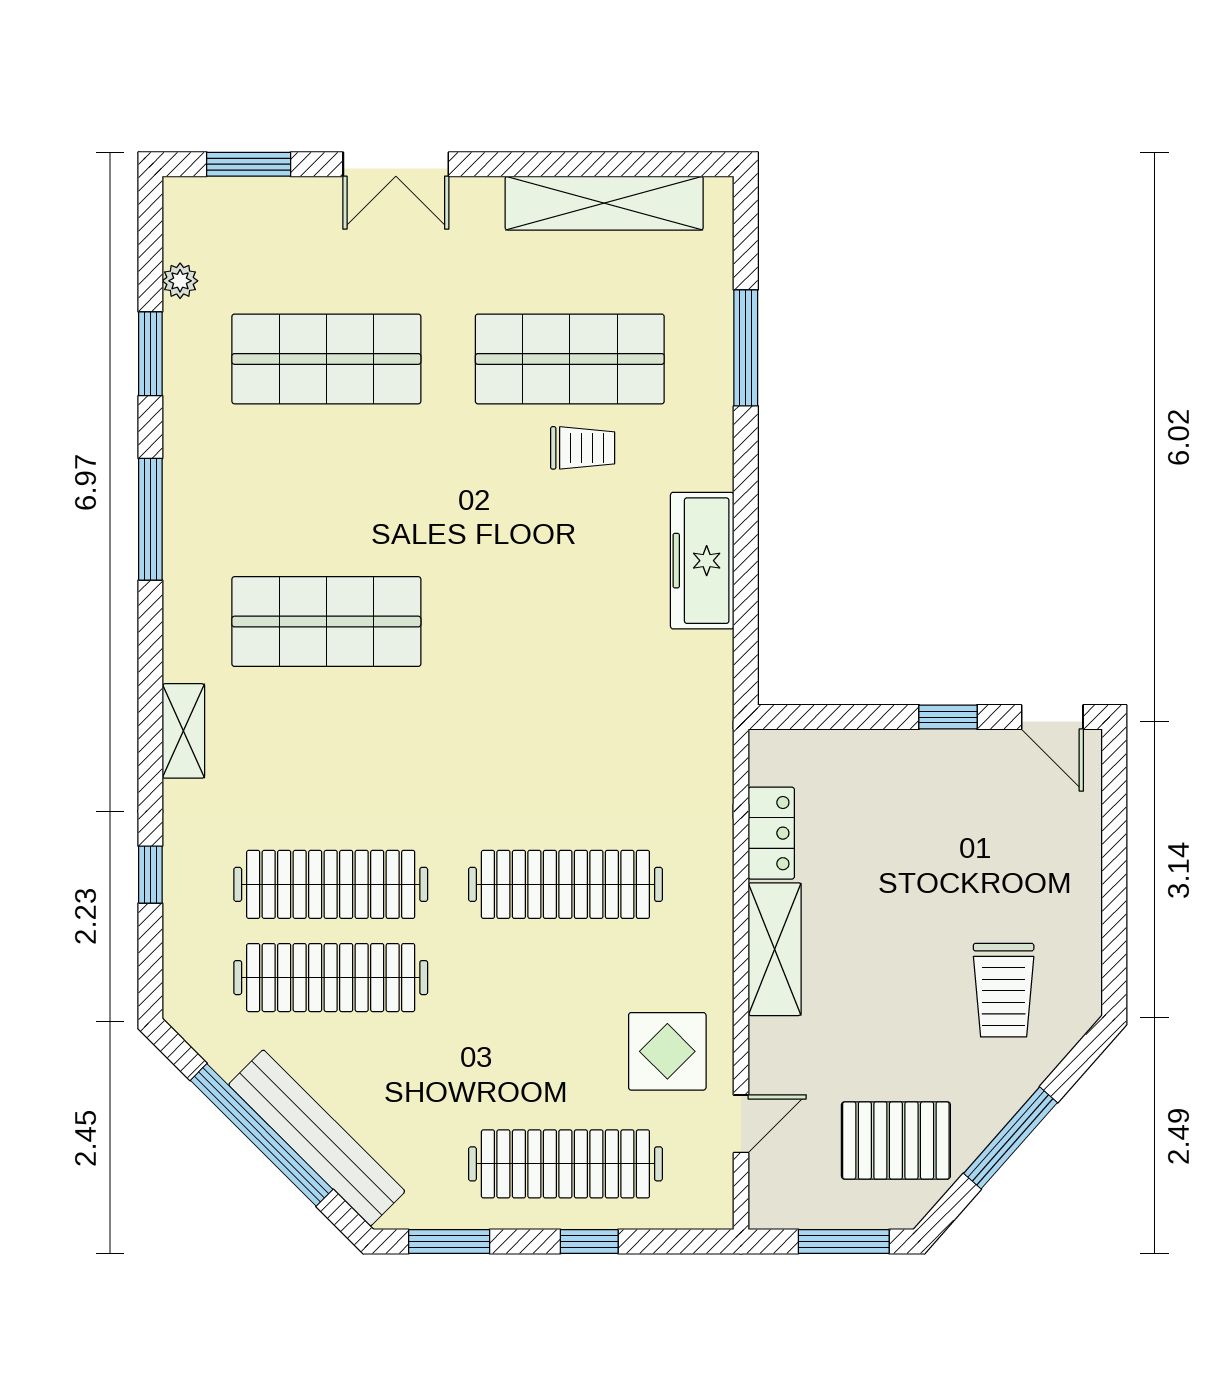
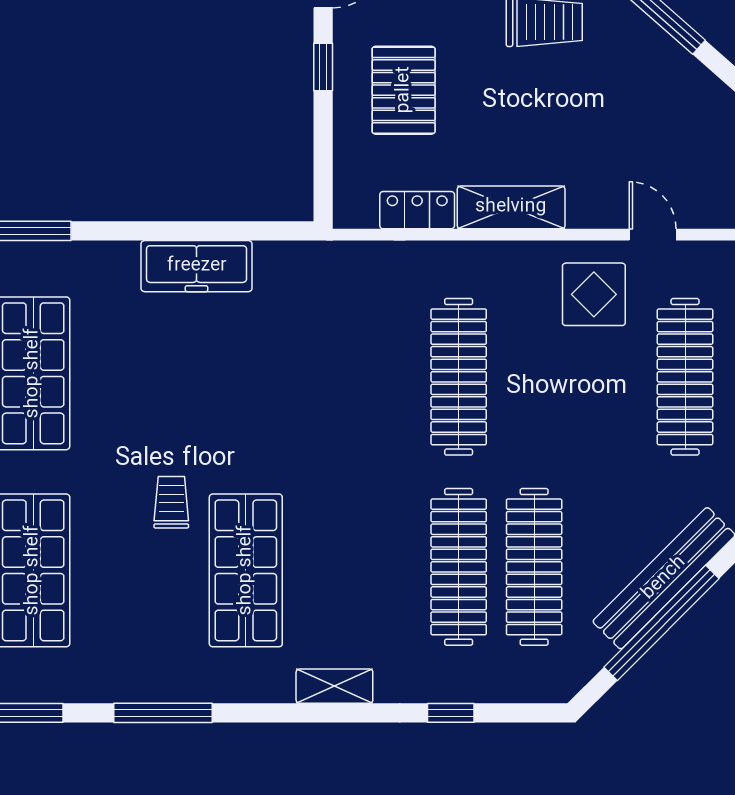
trolley: (583, 448) -> (171, 502), moved
pallet: (896, 1140) -> (404, 90), moved

